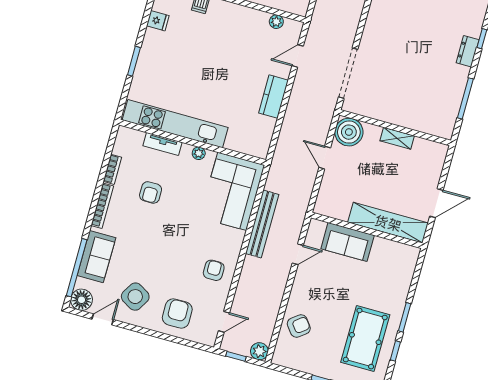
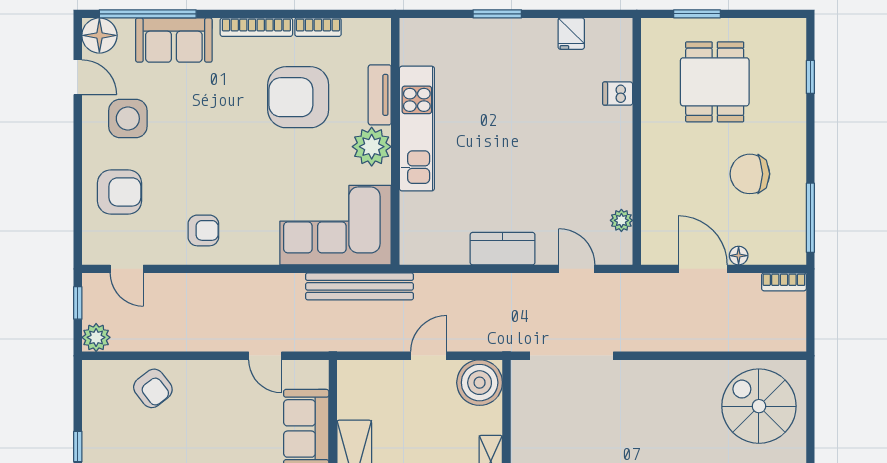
kitchen unit: (175, 124) -> (417, 129), width x0.73
plant: (199, 153) -> (372, 147), width x1.88, depth x1.88
armchair: (151, 192) -> (298, 97), width x1.88, depth x1.88
bench: (262, 224) -> (360, 286), moved
side table: (135, 297) -> (128, 119), turned -31

